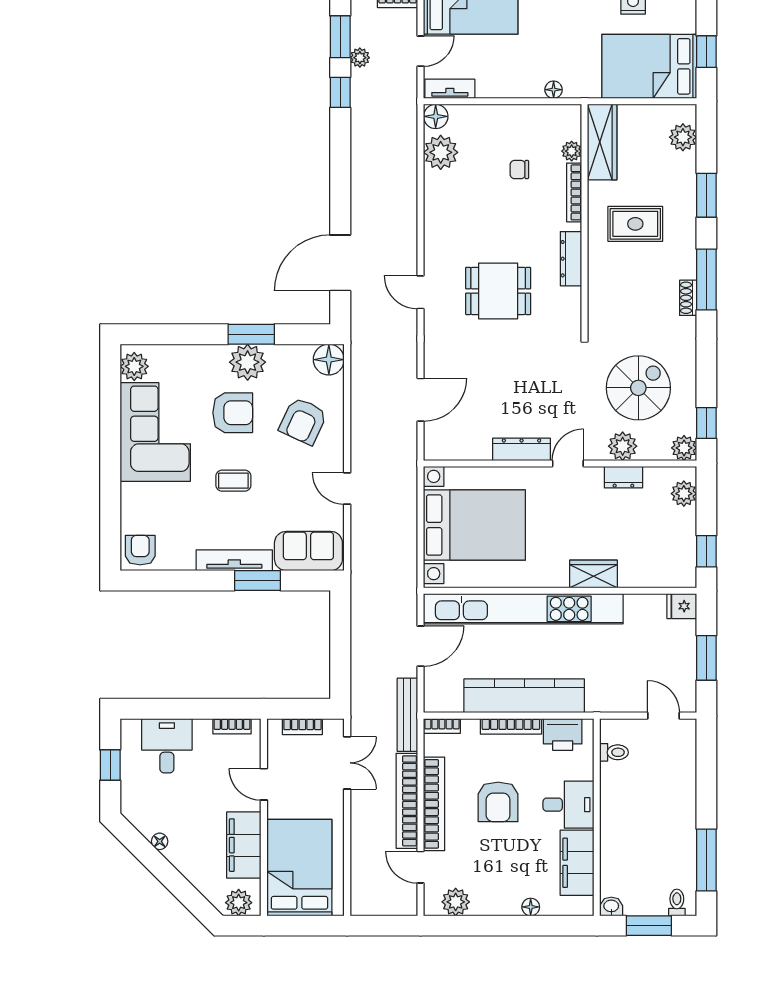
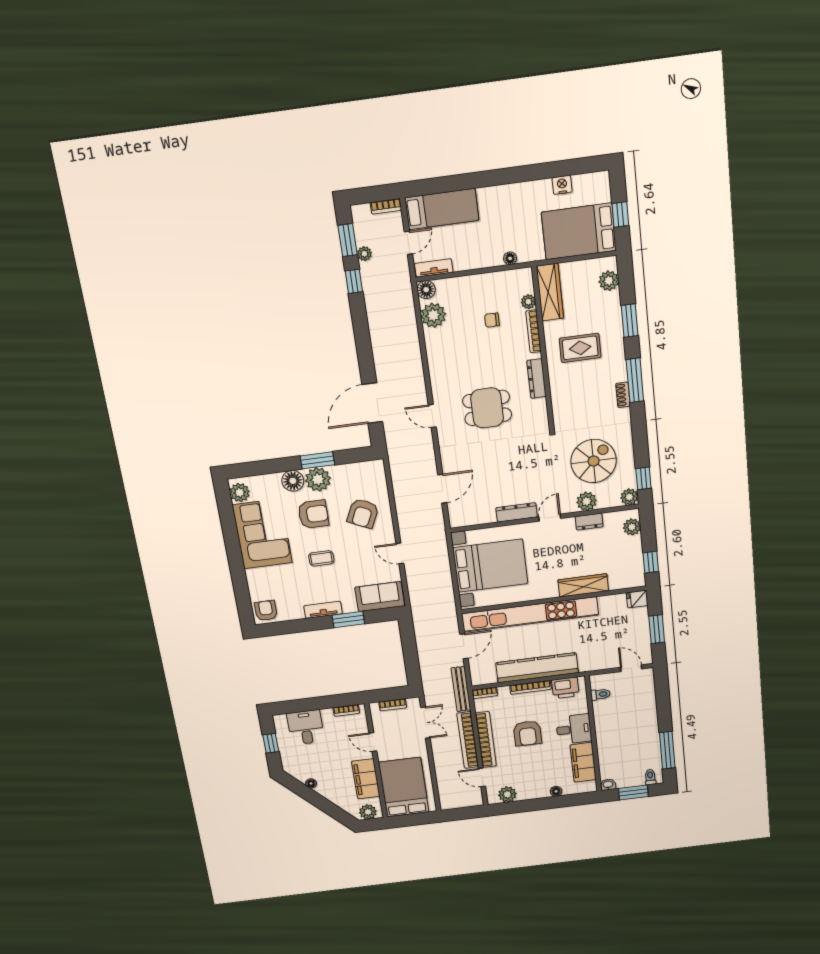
floor lamp: (329, 360) -> (293, 481), moved
tv unit: (234, 560) -> (323, 610), width x0.71
wardrobe: (593, 574) -> (583, 585), width x1.50

